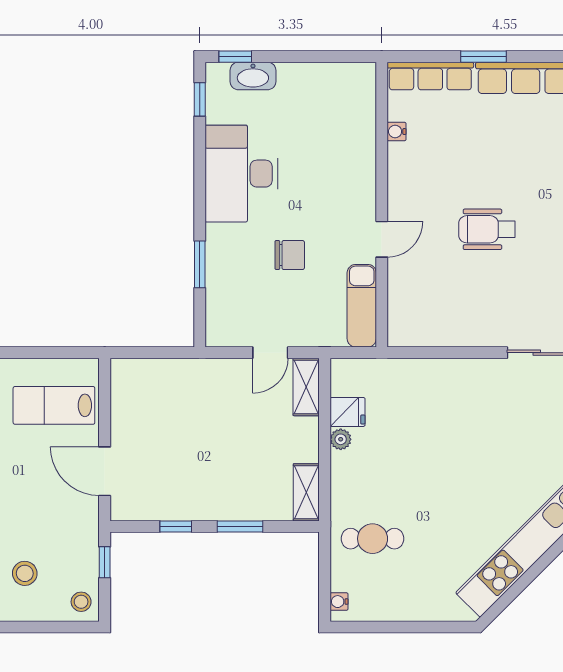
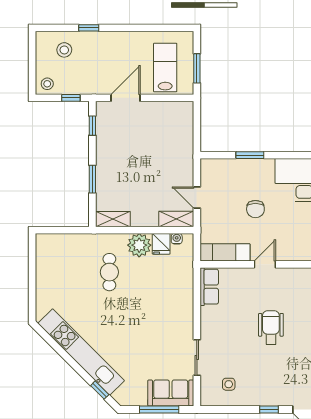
door: (382, 239) -> (265, 264), swing flipped
row of seats: (419, 332) -> (209, 287), added
window: (55, 353) -> (197, 68), added
plant: (341, 439) -> (139, 245), width x1.88, depth x1.88
window: (176, 526) -> (92, 126), moved
cafe table: (373, 539) -> (109, 272), moved
water cooler: (339, 602) -> (177, 239), moved

